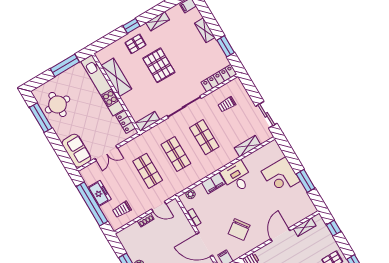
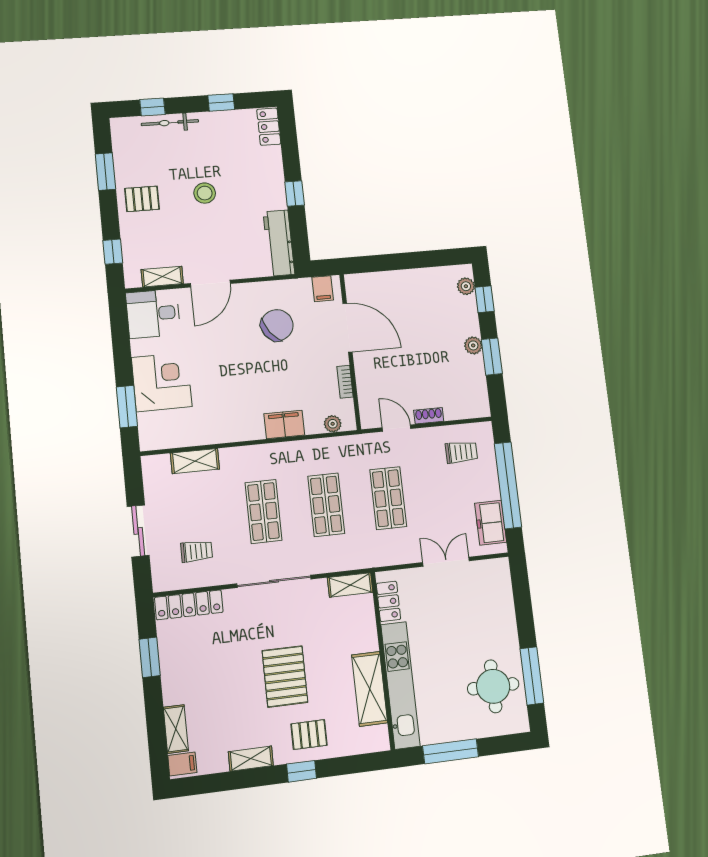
shelving: (205, 30) -> (176, 729), moved
sliding door: (266, 115) -> (138, 531), moved
sofa: (76, 151) -> (495, 589), removed
desk: (237, 177) -> (153, 314), moved, turned 90
window: (306, 181) -> (127, 407), moved
freezer: (99, 193) -> (491, 523), moved

